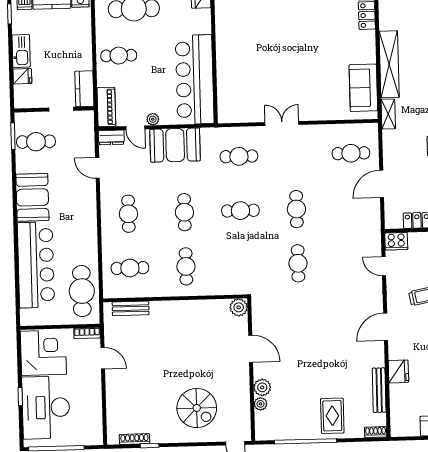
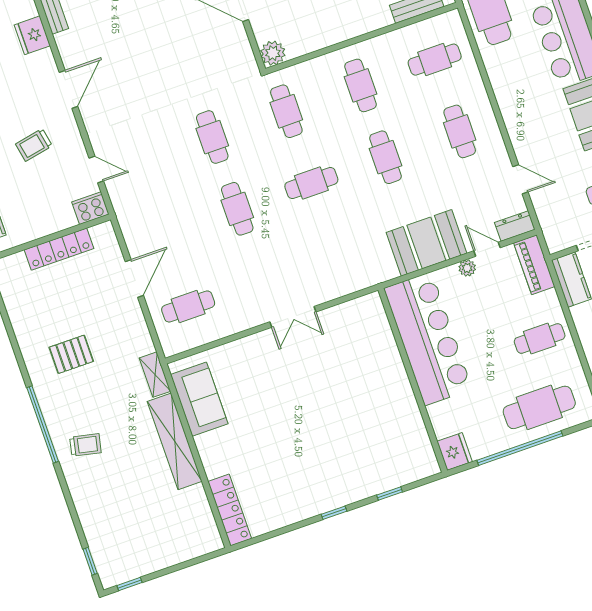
cafe table: (239, 156) -> (286, 111), moved, turned 90

